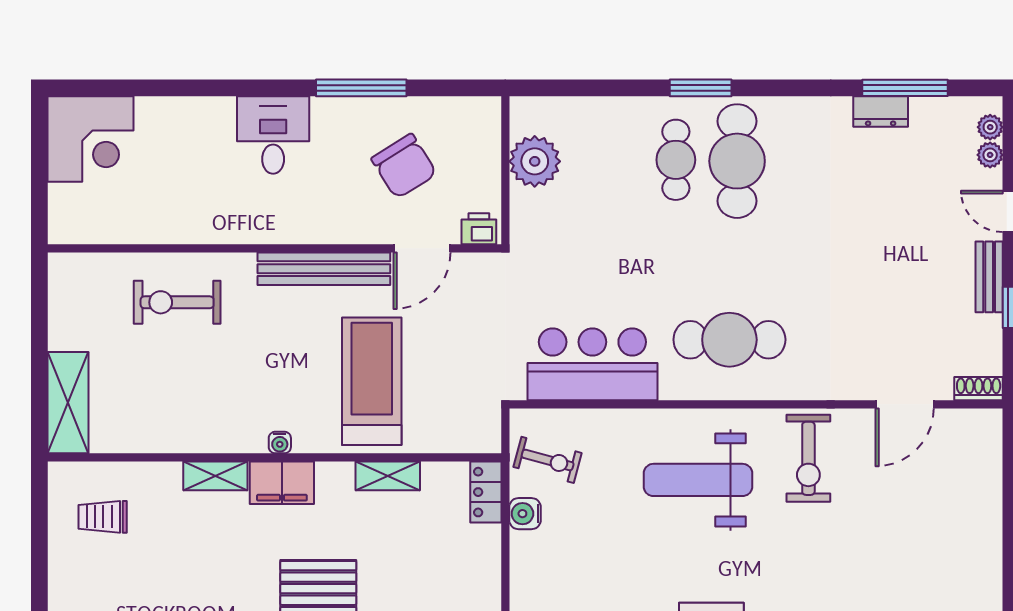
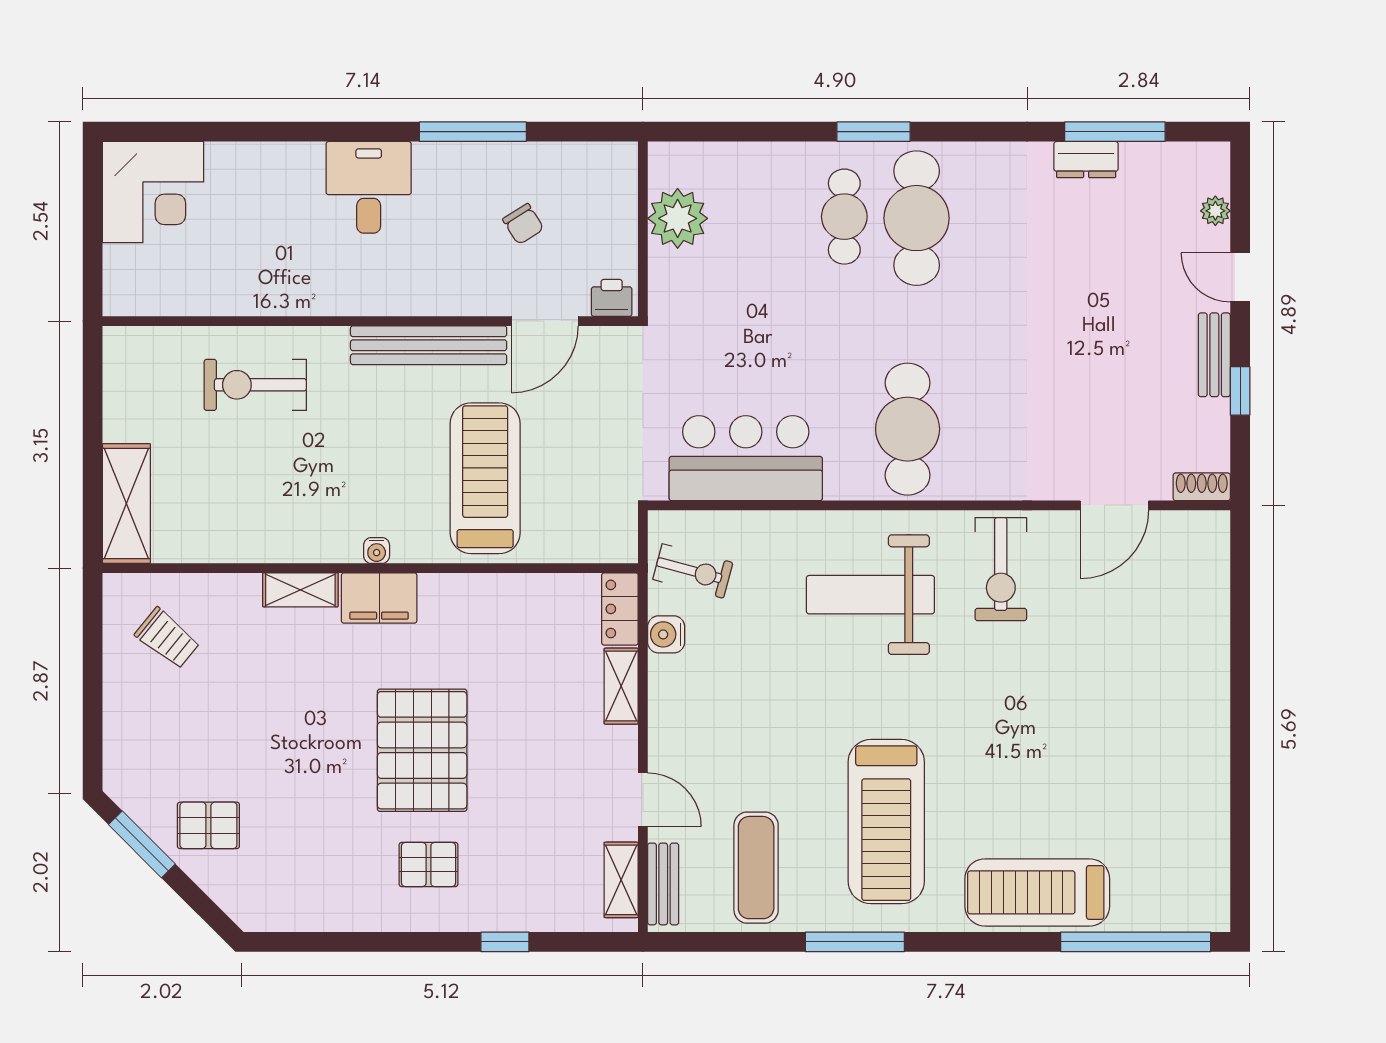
plant: (990, 127) -> (1215, 178), removed
chair: (404, 166) -> (523, 224), width x0.54, depth x0.54
cafe table: (729, 340) -> (908, 429), turned 90
shelving: (388, 476) -> (621, 686), moved, turned 90
trolley: (103, 517) -> (167, 638), turned -141

